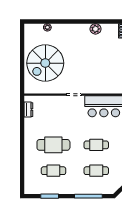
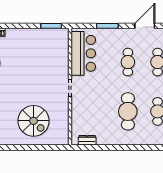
spiral stairs: (45, 63) -> (34, 121), width x0.73, depth x0.73

